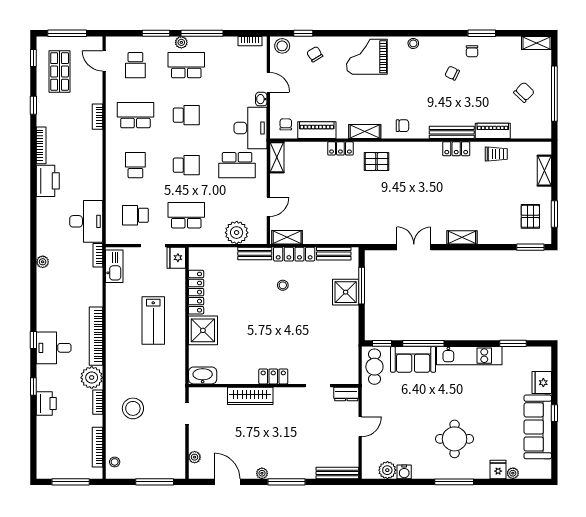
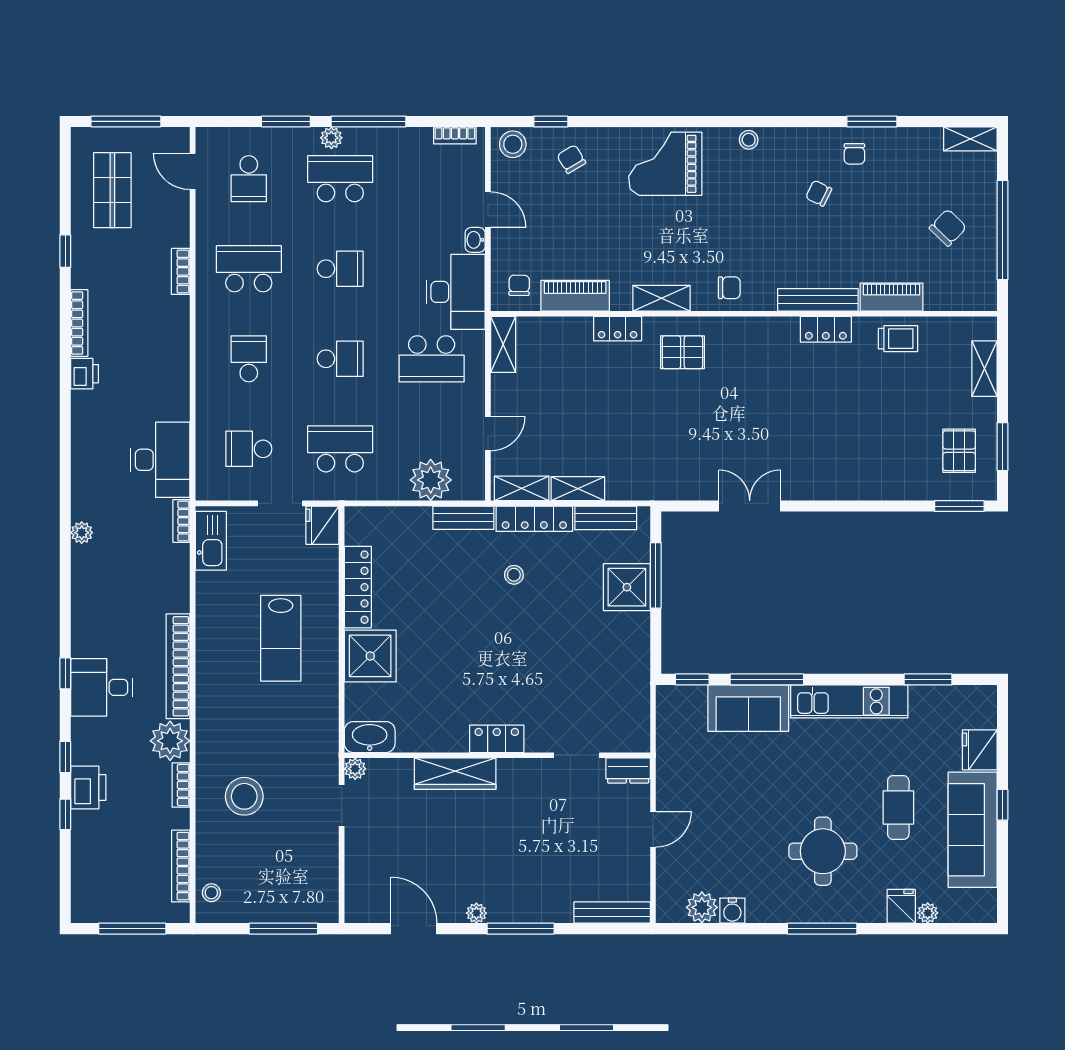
window: (33, 58) -> (65, 814), moved
printer: (48, 181) -> (85, 374), width x0.53, depth x0.68
shelving: (462, 237) -> (578, 489), moved
cafe table: (374, 367) -> (898, 808), moved
plant: (195, 457) -> (355, 769), moved

